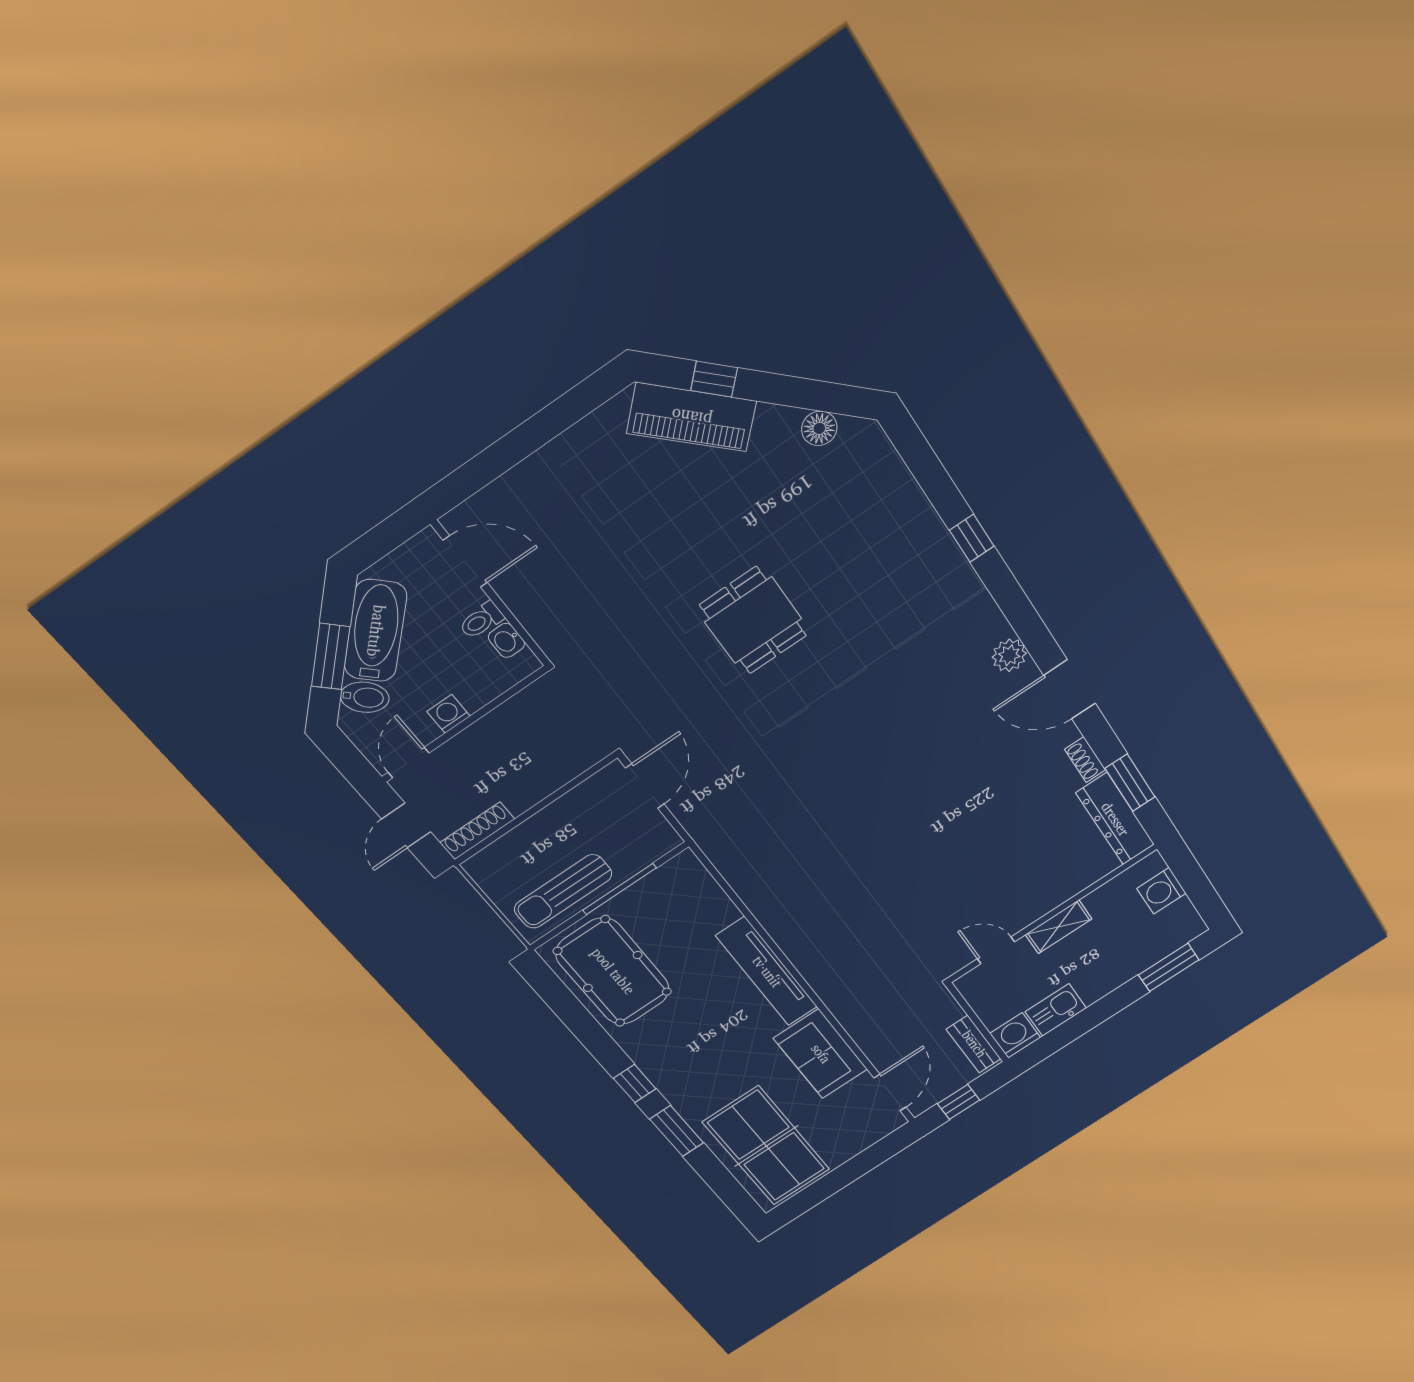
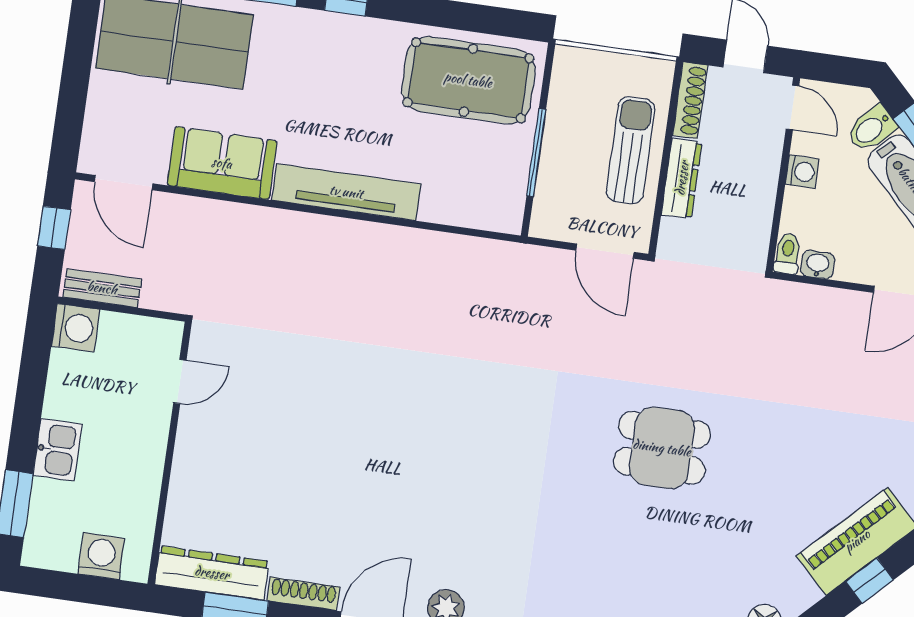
toilet: (481, 620) -> (788, 253), moved
shoe rack: (1085, 760) -> (303, 594), width x1.43
dresser: (540, 786) -> (682, 178), added
sun lounger: (563, 891) -> (631, 150), moved
shelving: (1059, 927) -> (151, 448), removed
kitchen sink: (1056, 1010) -> (58, 450), moved

